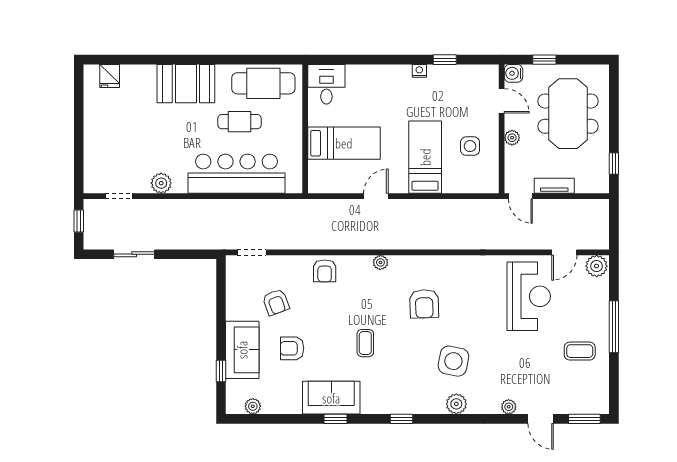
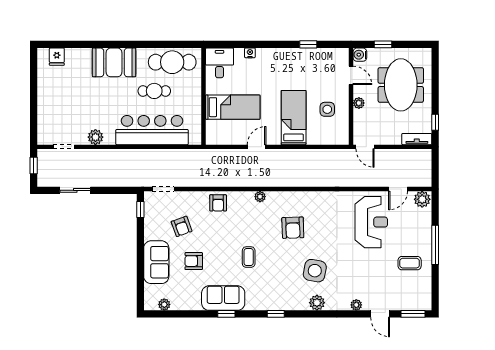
nightstand: (419, 71) -> (250, 53), moved
tv unit: (554, 186) -> (417, 139), moved
window: (221, 371) -> (140, 209), moved

